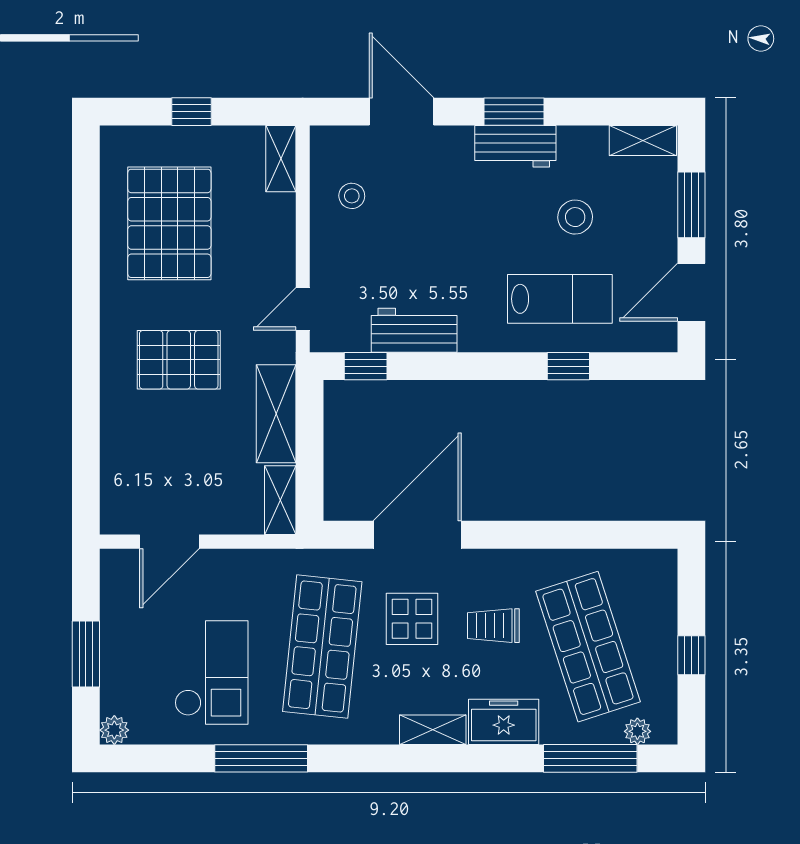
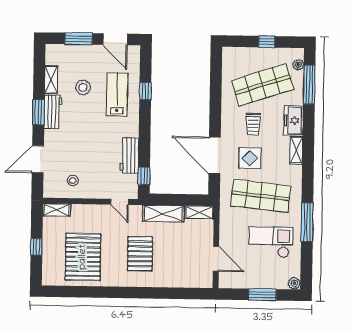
shelving: (643, 140) -> (51, 80), moved
pallet: (169, 223) -> (83, 257), turned 90

